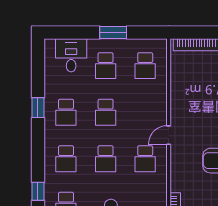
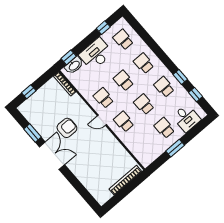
school desk: (145, 66) -> (124, 122), moved
door: (169, 135) -> (102, 120), swing flipped
window: (38, 191) -> (196, 95), moved

